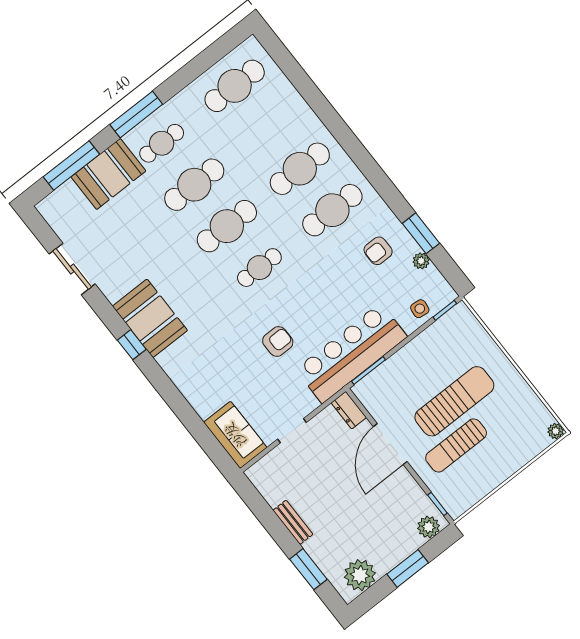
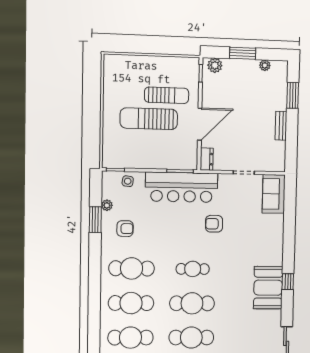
cafe table: (267, 127) -> (130, 338), added
plant: (556, 431) -> (109, 59), removed
plant: (360, 575) -> (265, 65), width x0.53, depth x0.53

